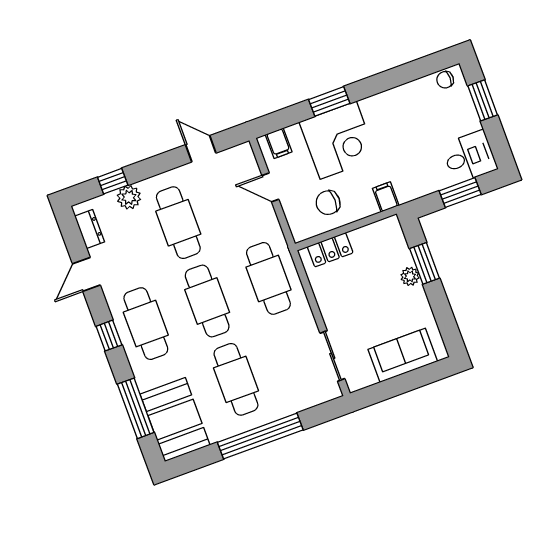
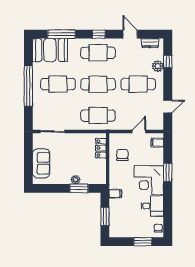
corner desk: (338, 140) -> (149, 180), moved
desk: (469, 157) -> (152, 206), moved, turned -90
filing cabinet: (386, 197) -> (115, 194), moved

